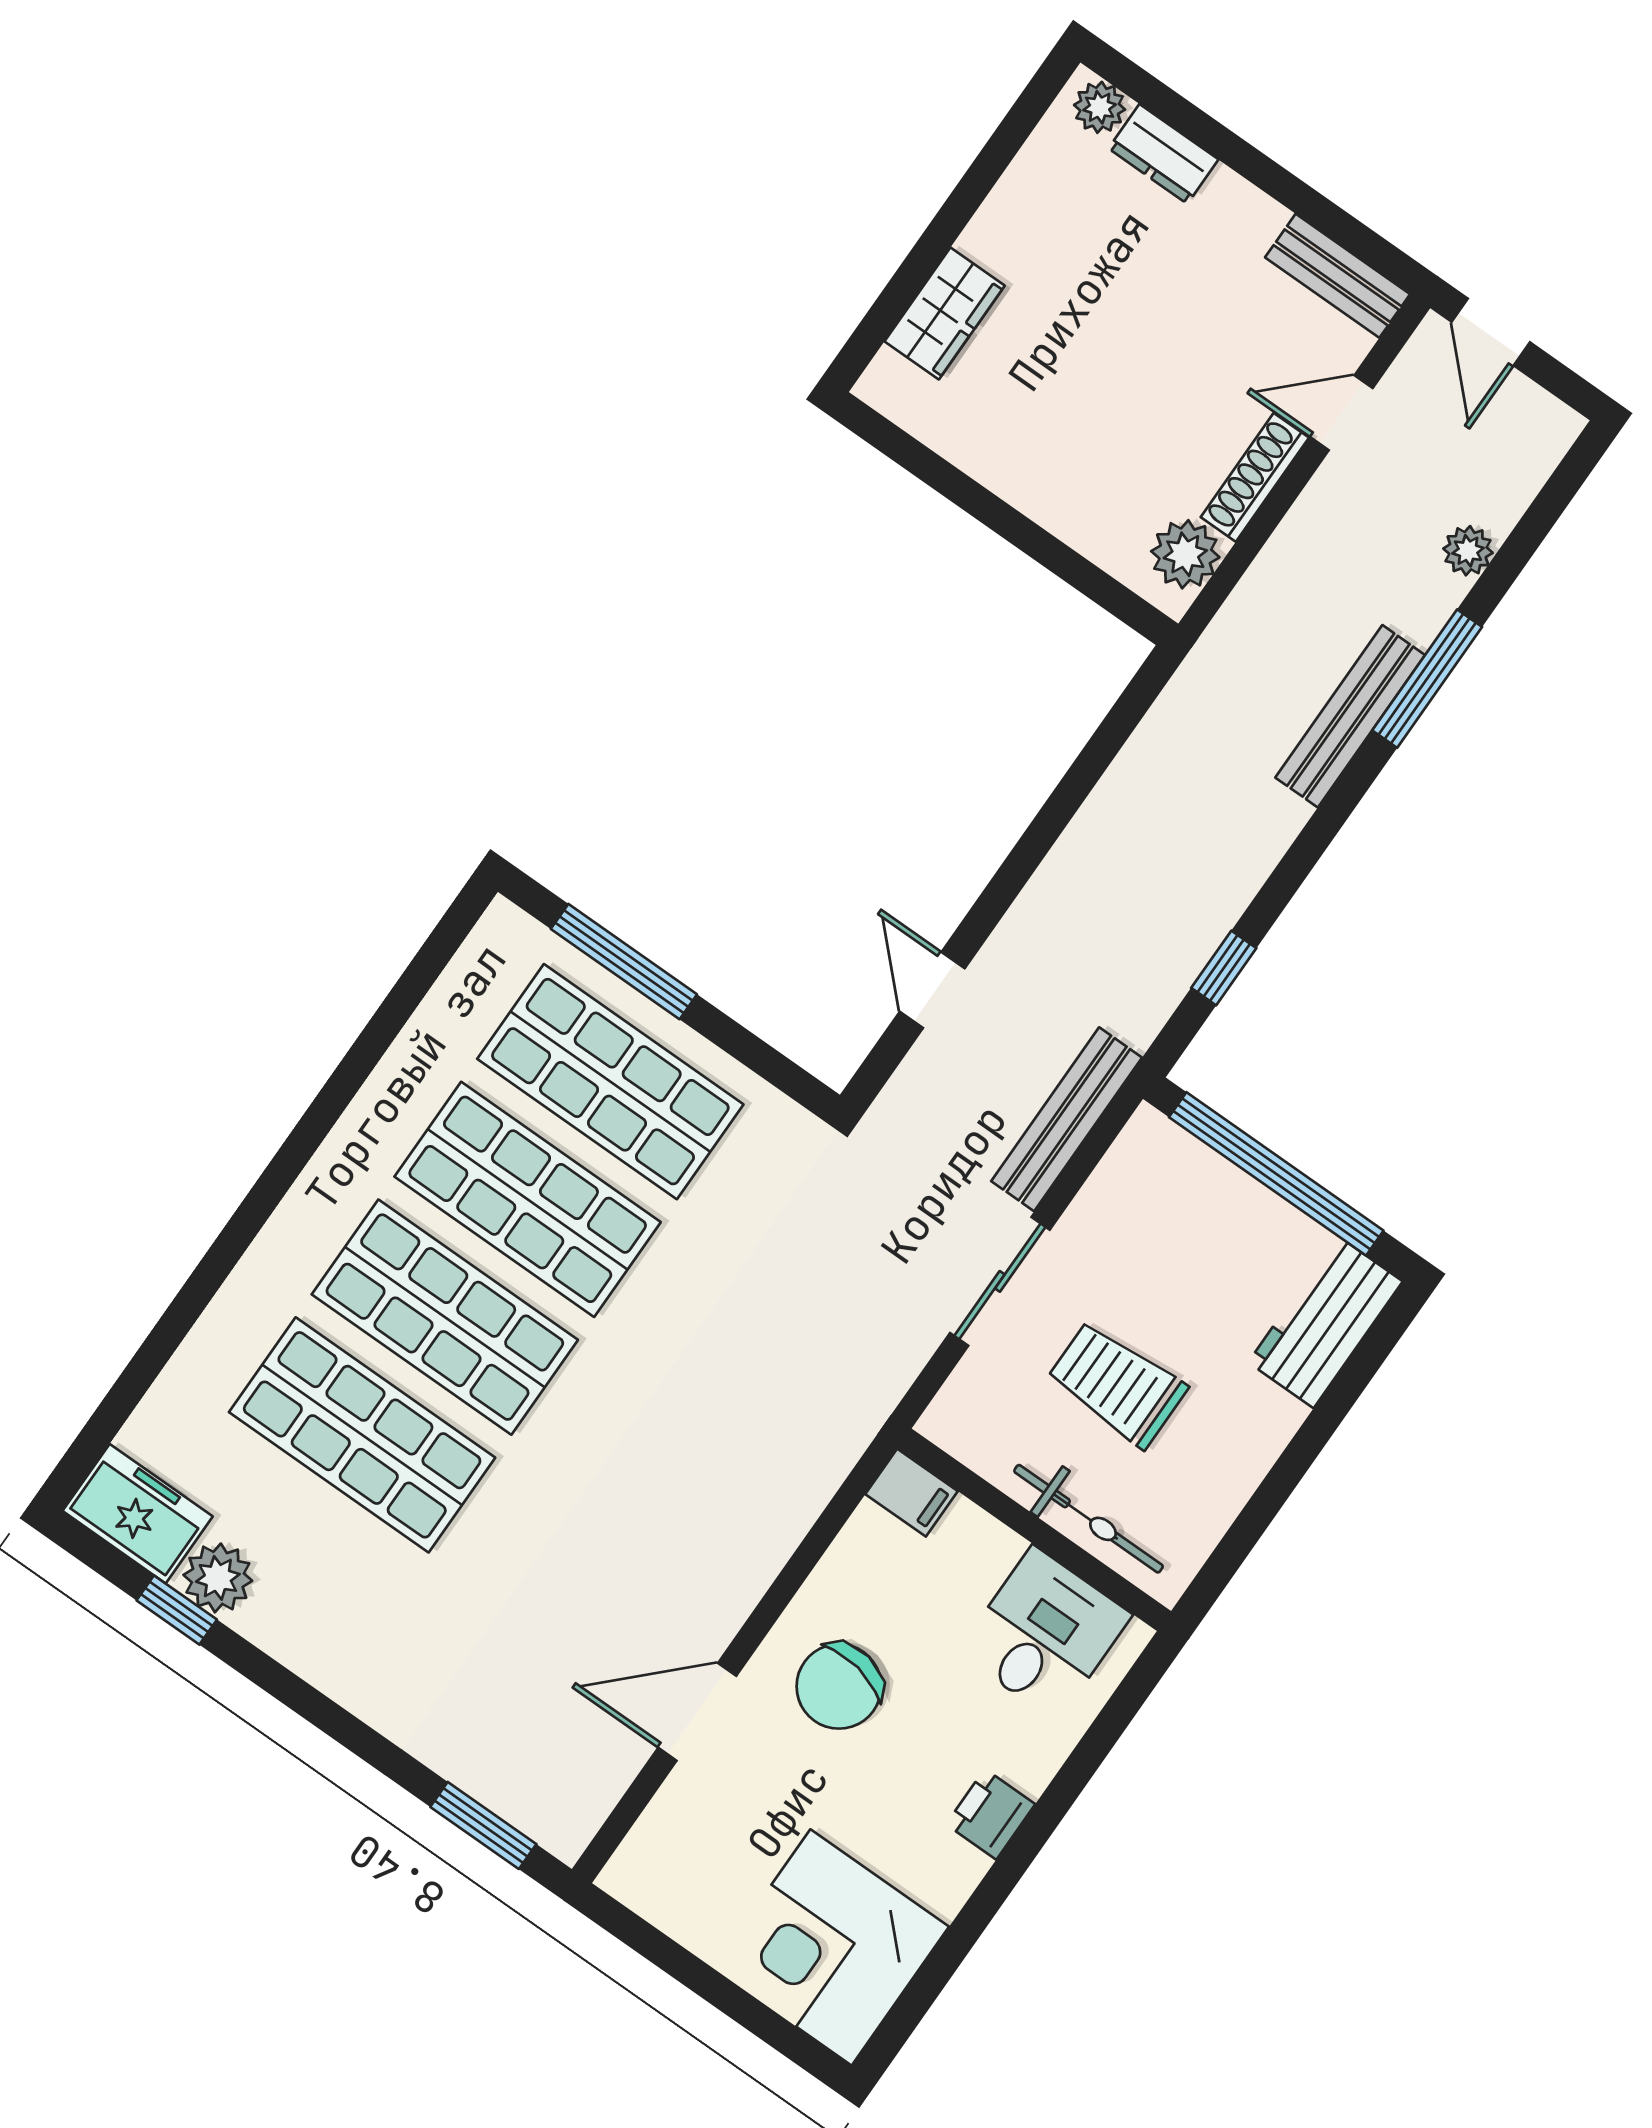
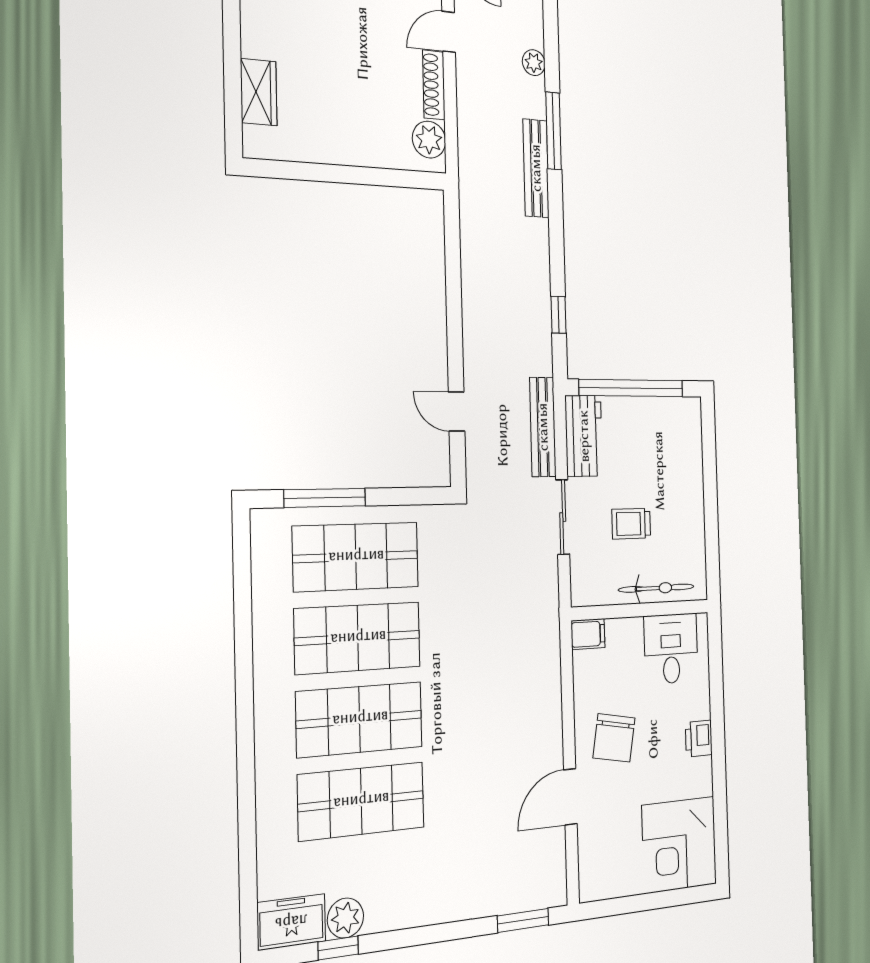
workbench: (1325, 1322) -> (584, 436), moved, turned 180
trolley: (1117, 1384) -> (631, 524), width x0.73, depth x0.72

